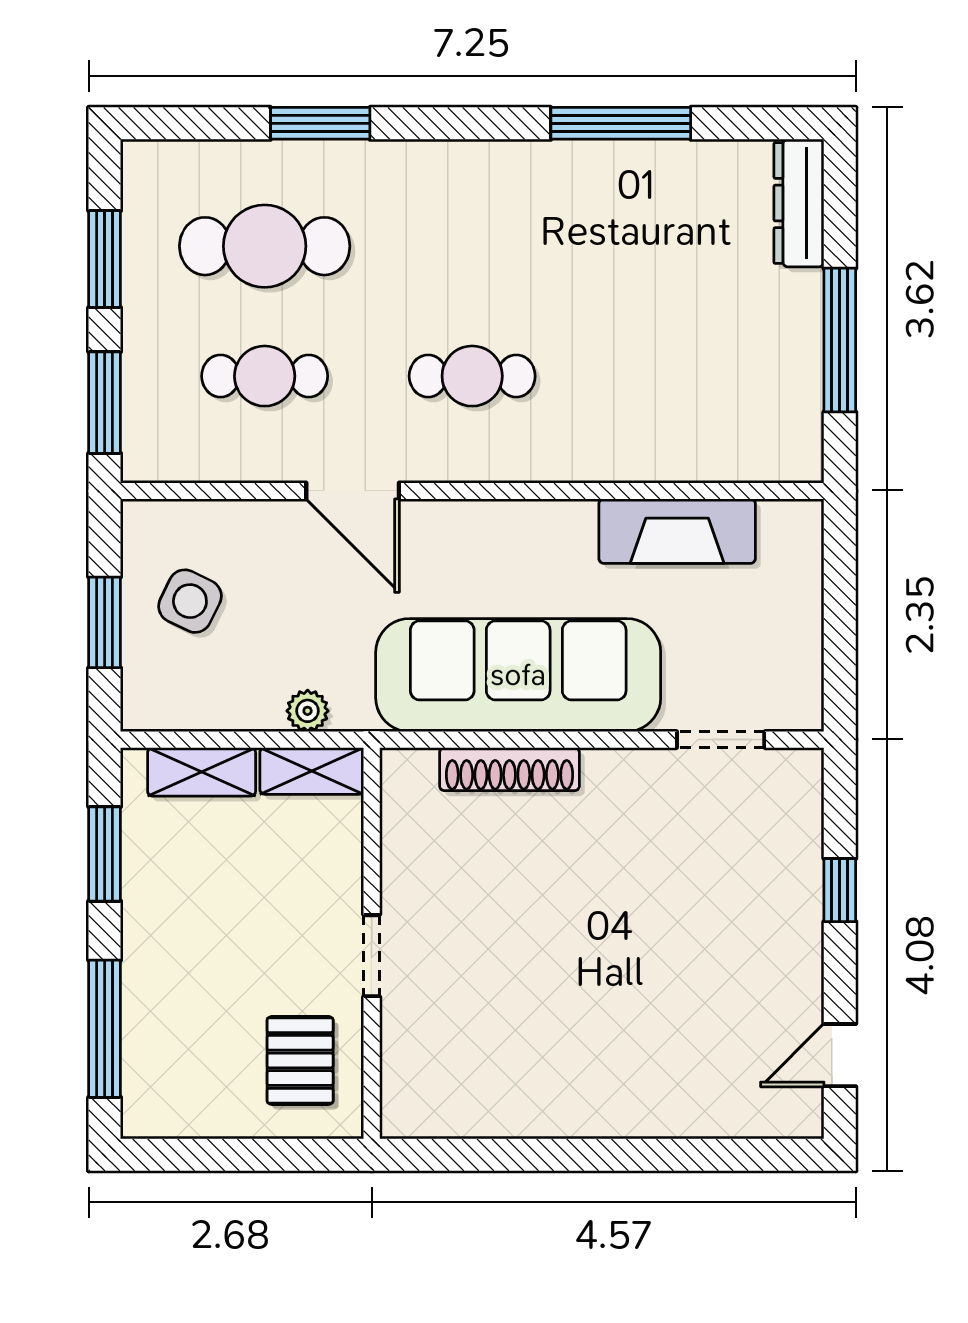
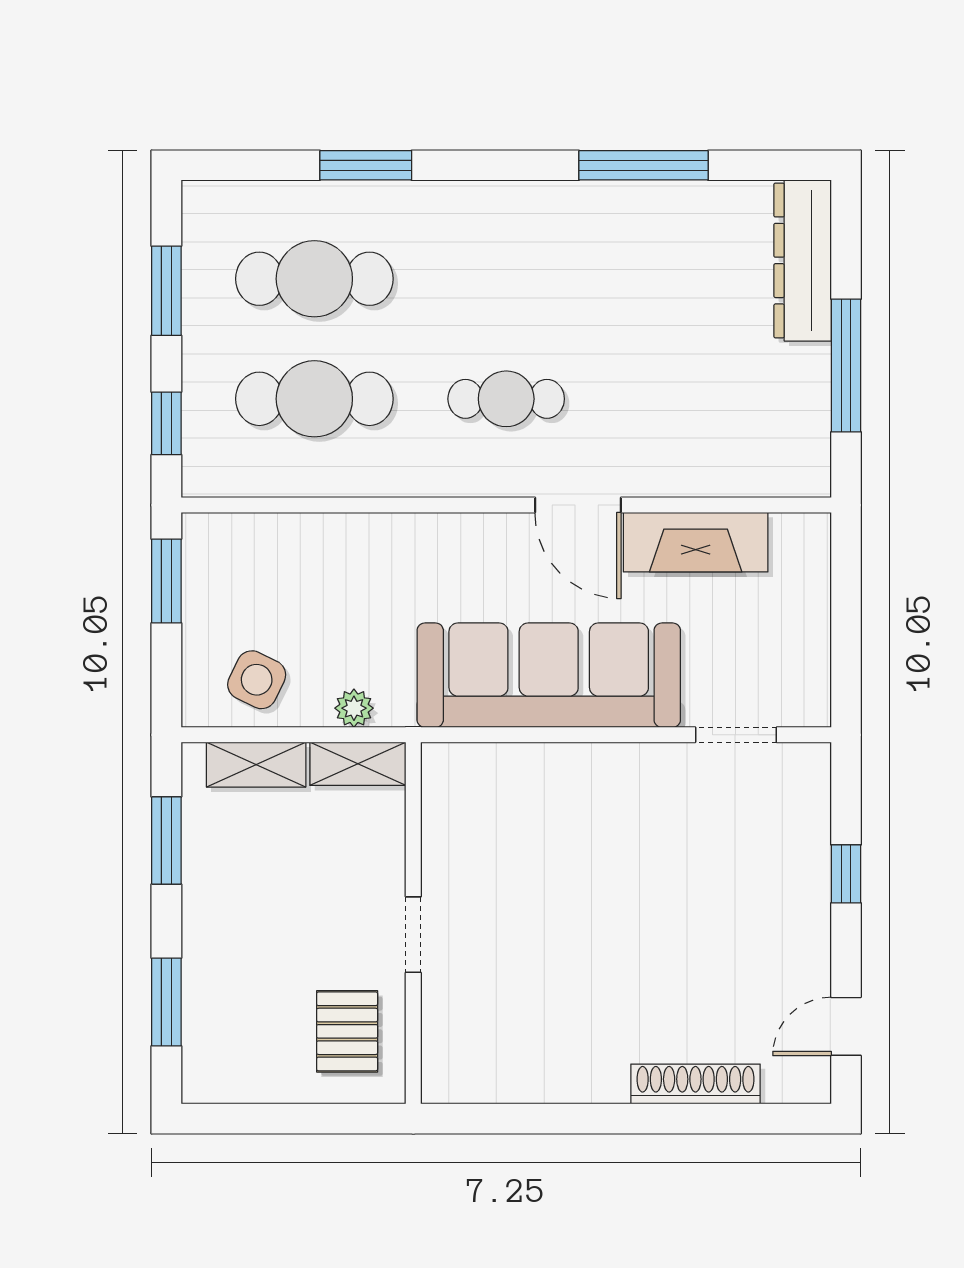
dresser: (799, 203) -> (803, 260), width x1.37, depth x1.24
cafe table: (265, 376) -> (314, 399), width x1.37, depth x1.35
window: (105, 403) -> (166, 423), width x0.67
door: (353, 491) -> (578, 505), moved
side table: (190, 601) -> (257, 680), moved
window: (105, 622) -> (166, 581), moved
shoe rack: (509, 769) -> (695, 1084), moved, turned 180
window: (105, 1029) -> (166, 1002), width x0.69

